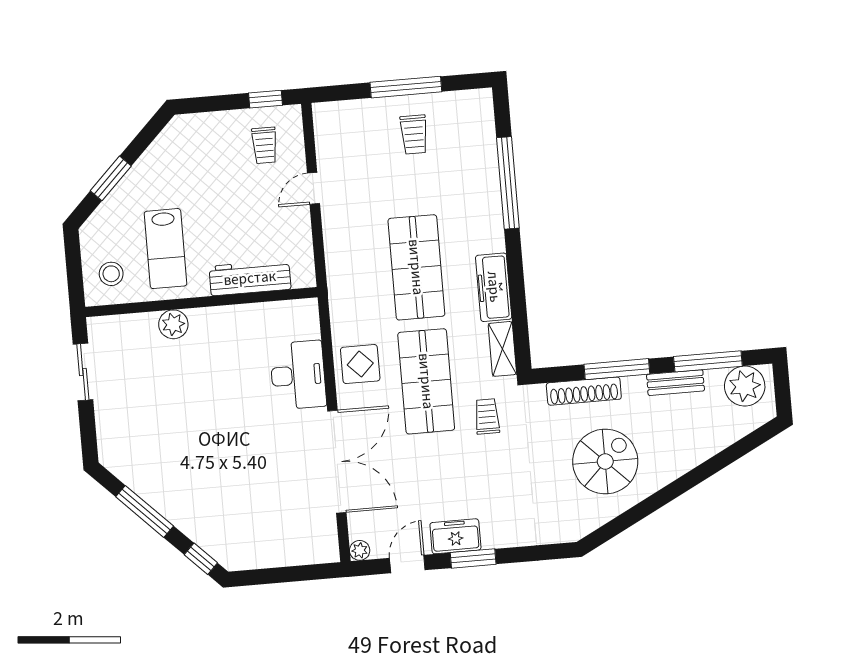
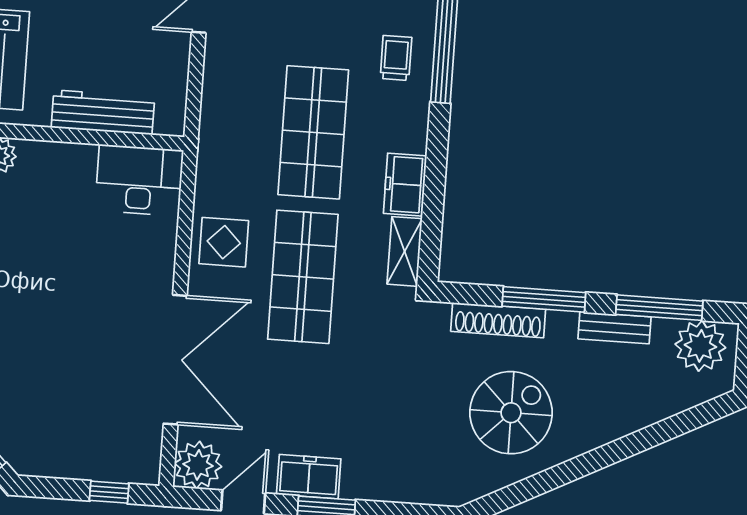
freezer: (494, 287) -> (405, 185), width x0.71
desk: (298, 375) -> (139, 180), moved, turned -90
trolley: (487, 416) -> (396, 58), moved
plant: (360, 550) -> (198, 465), width x1.88, depth x1.88
window: (302, 573) -> (109, 492), added

